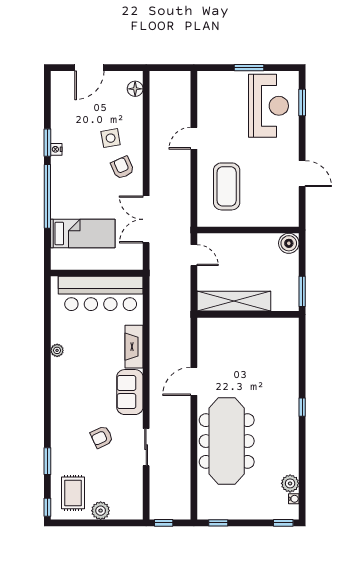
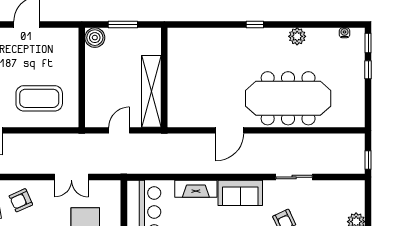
double door: (146, 219) -> (71, 177), width x0.73
door: (194, 255) -> (119, 130), moved
window: (302, 291) -> (123, 25), moved
door: (194, 381) -> (230, 130), hinge flipped
plant: (290, 483) -> (297, 36), moved
window: (218, 523) -> (368, 70), moved

